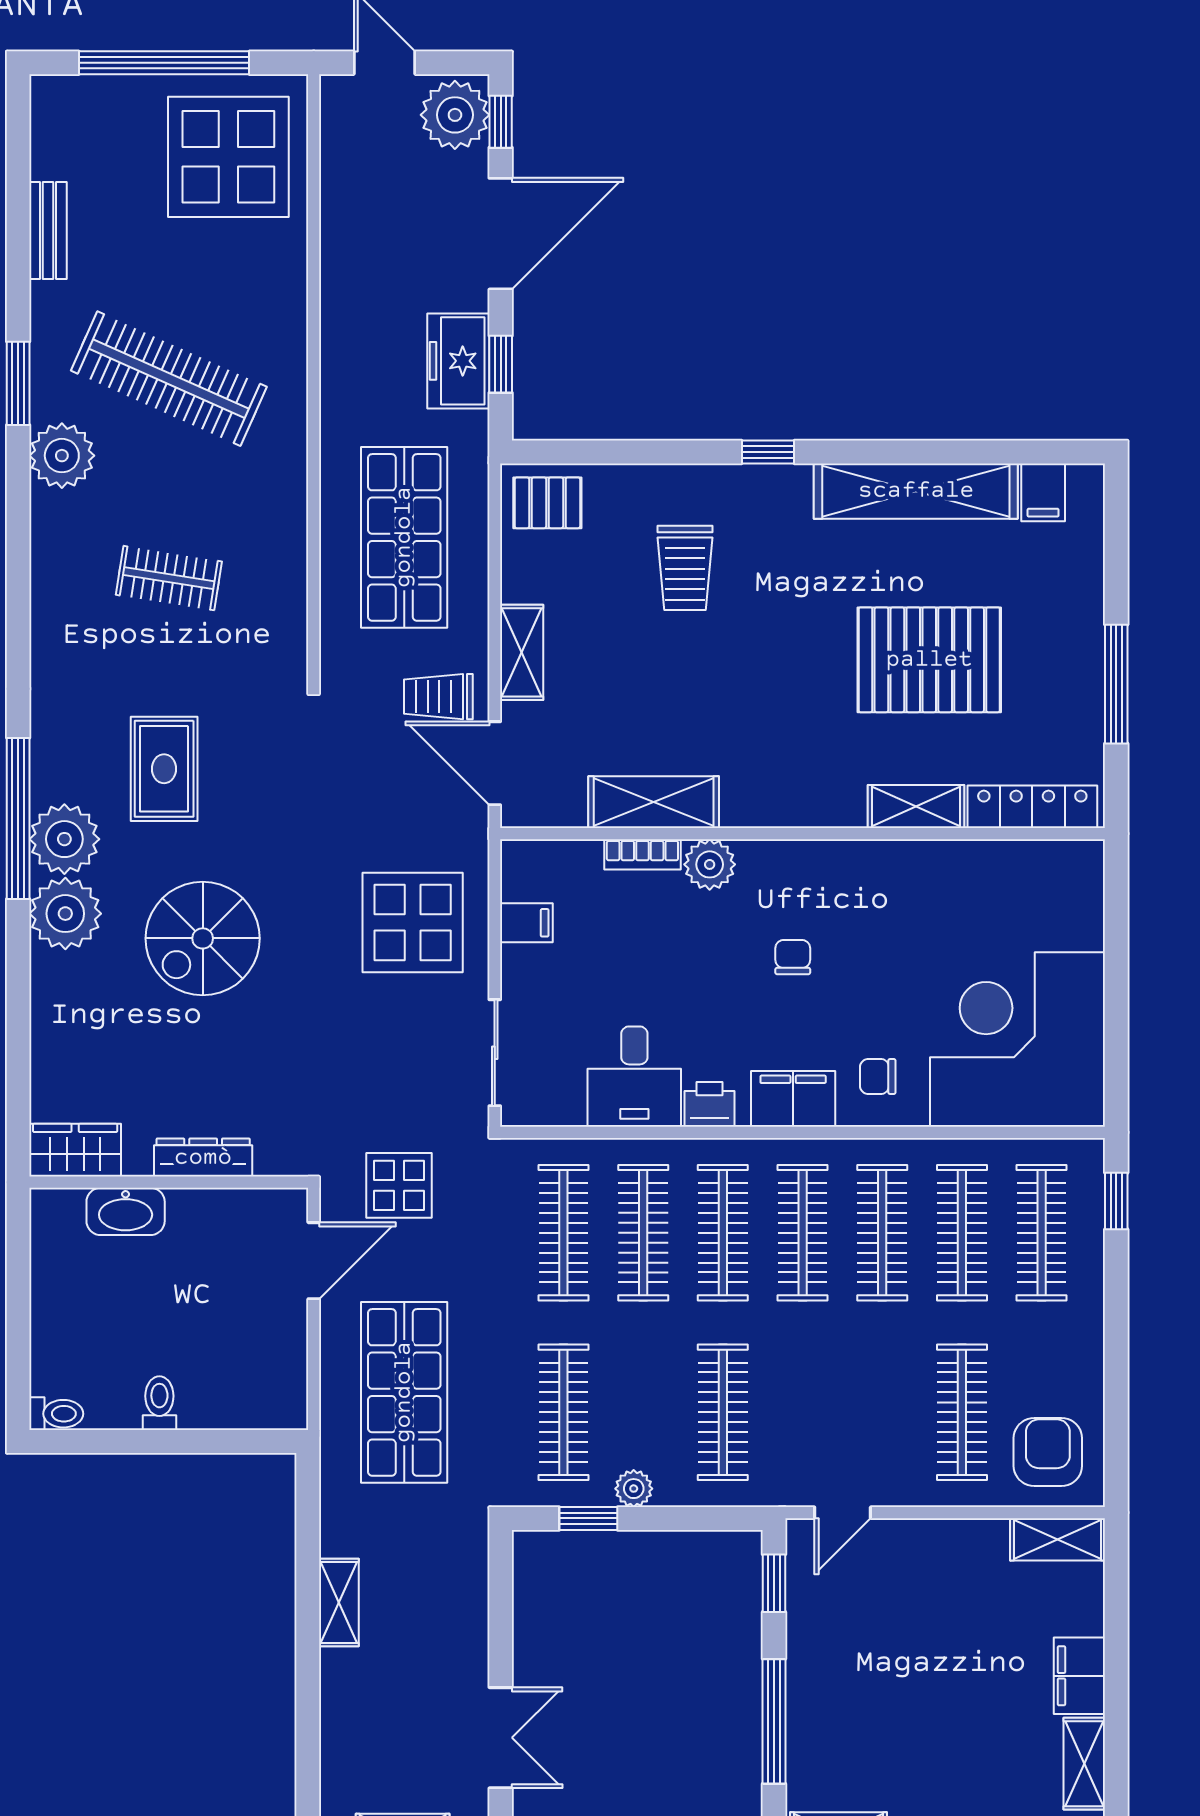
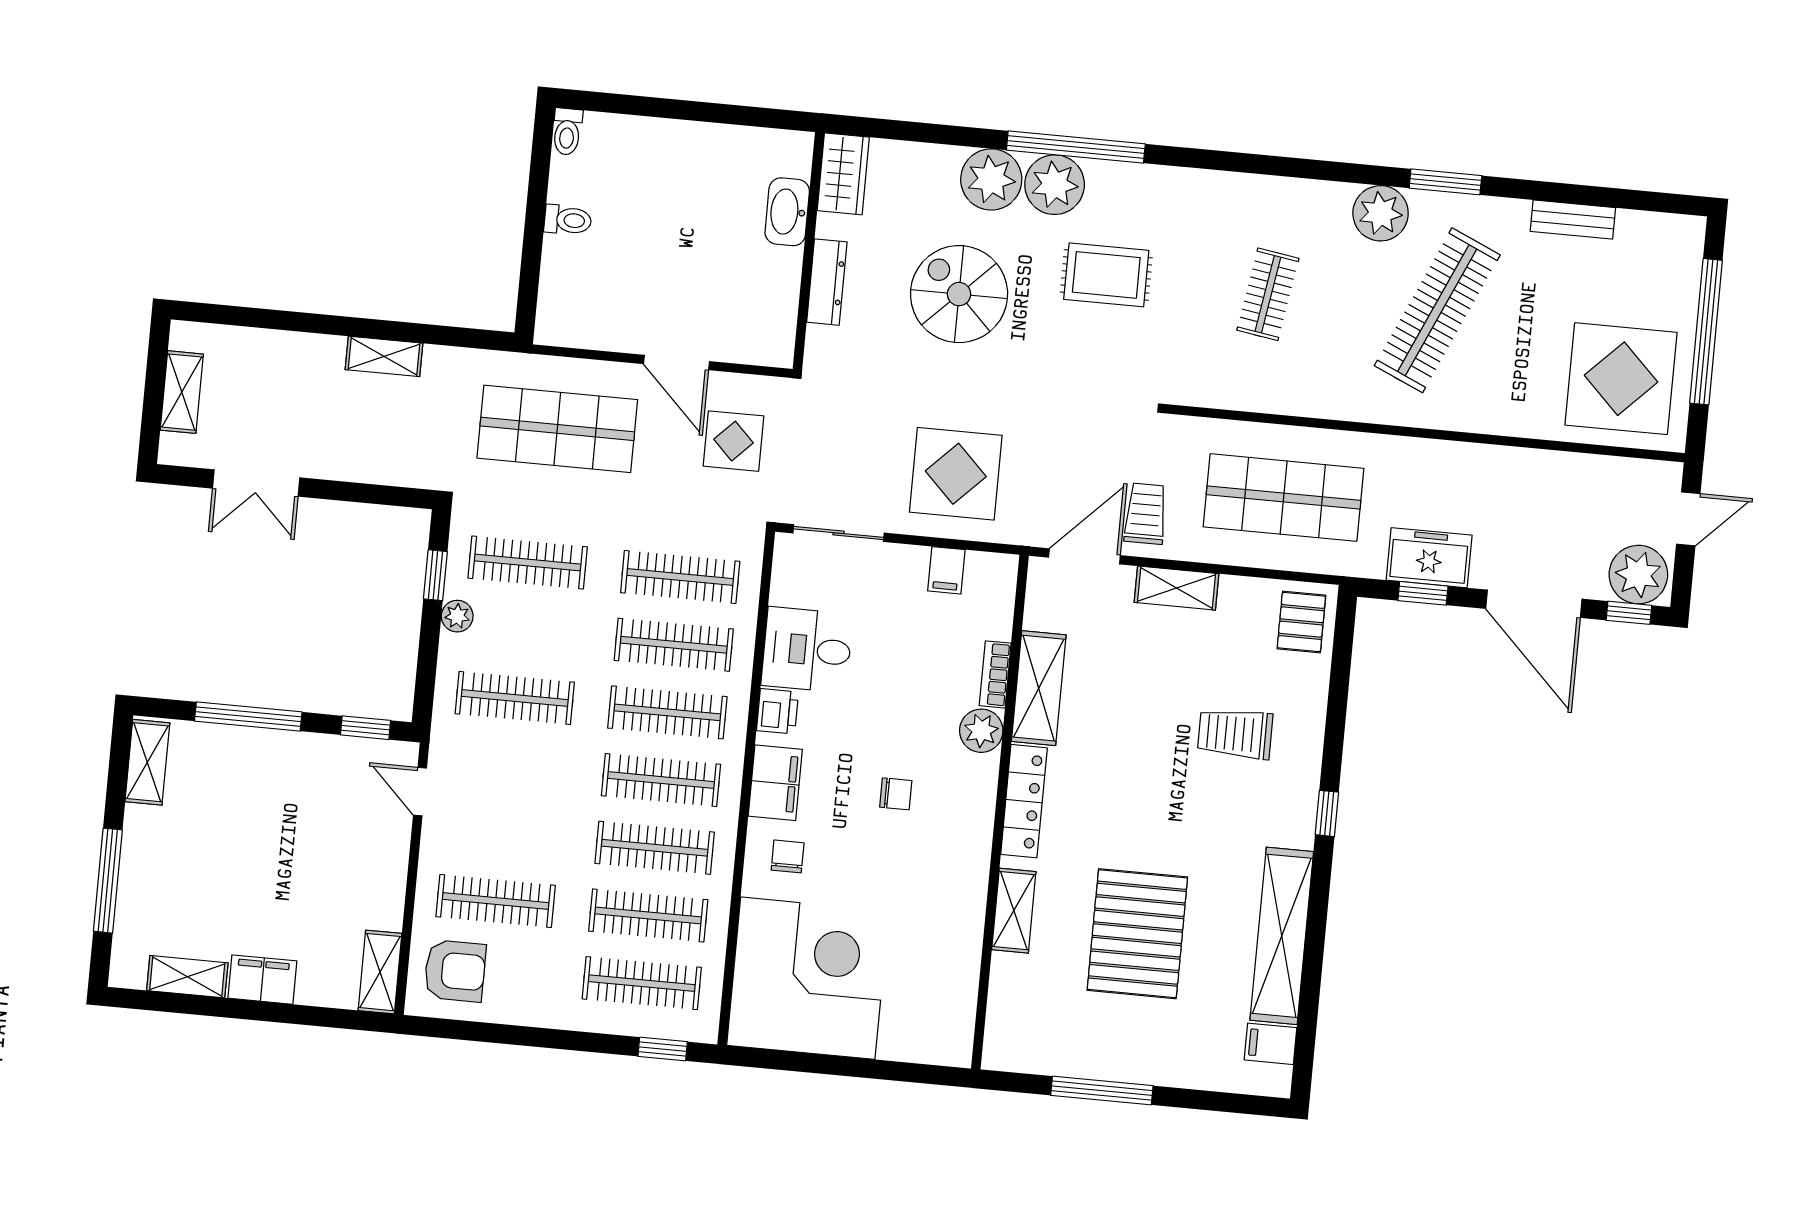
locker: (1032, 807) -> (1024, 801), moved
wardrobe: (75, 1150) -> (843, 174), moved
dresser: (203, 1158) -> (827, 282), moved
wall: (169, 1182) -> (809, 251), moved
washbasin: (126, 1211) -> (787, 212), moved

